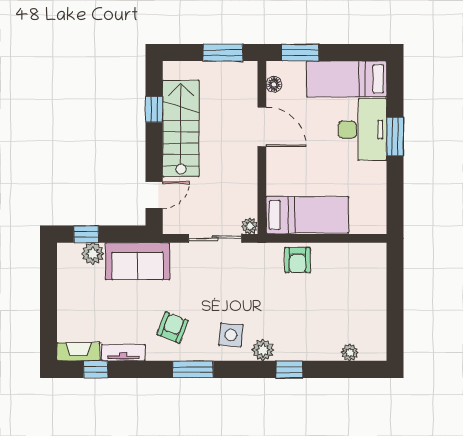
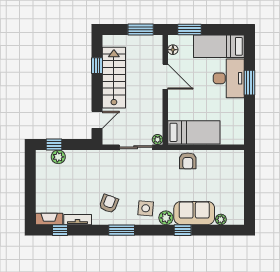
sofa: (138, 261) -> (194, 213), moved, turned 180

